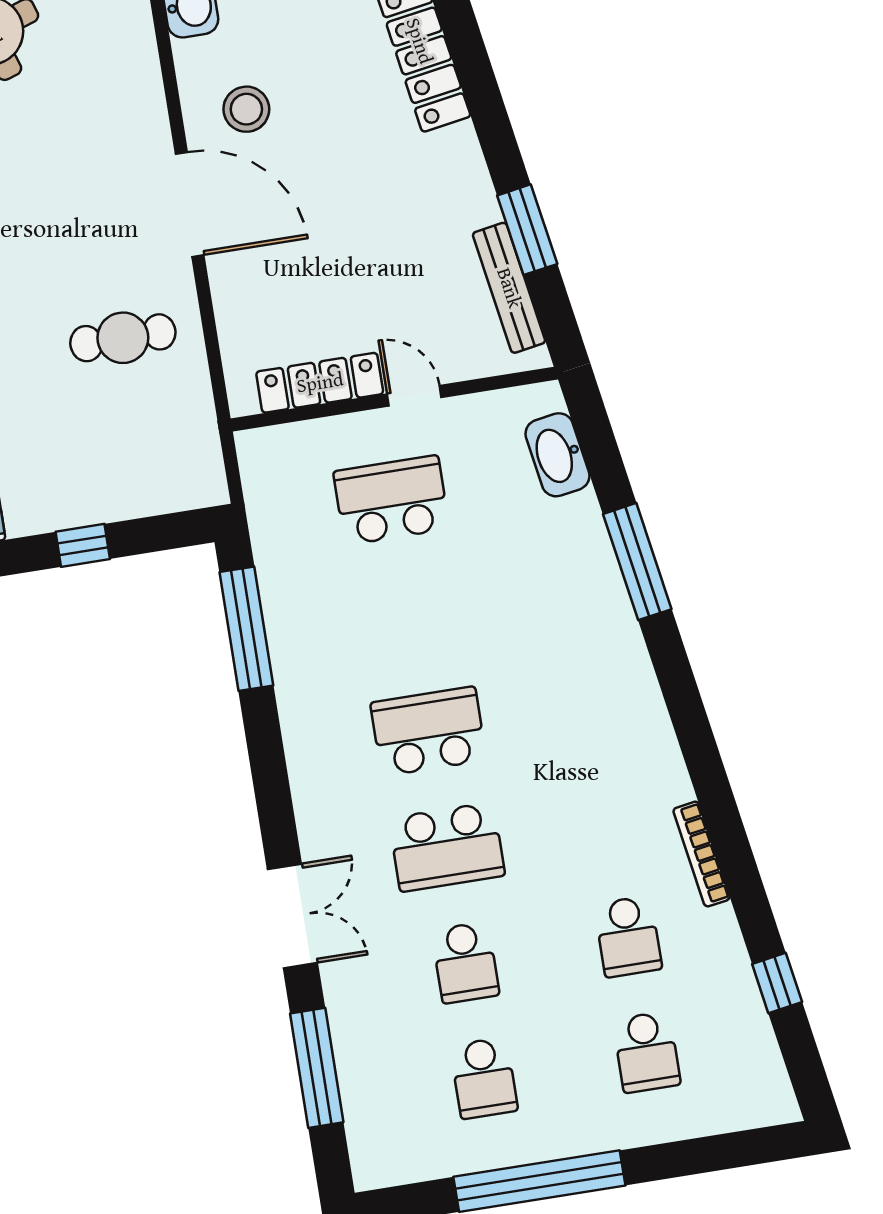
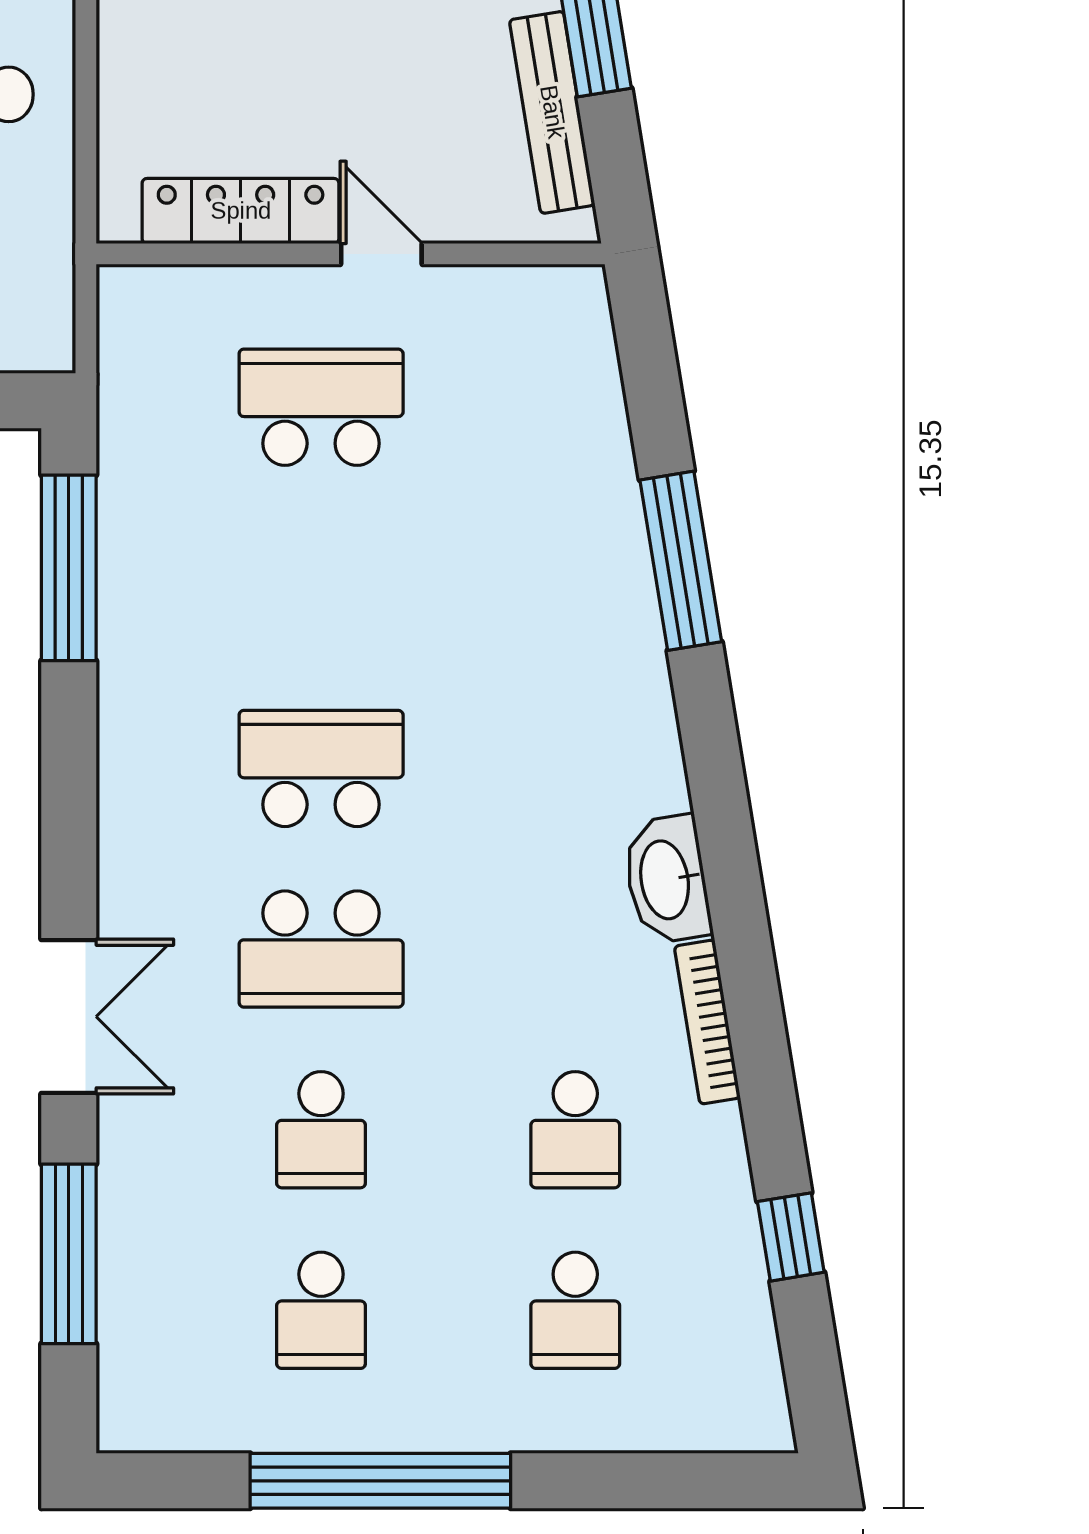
washbasin: (558, 455) -> (667, 879), moved

